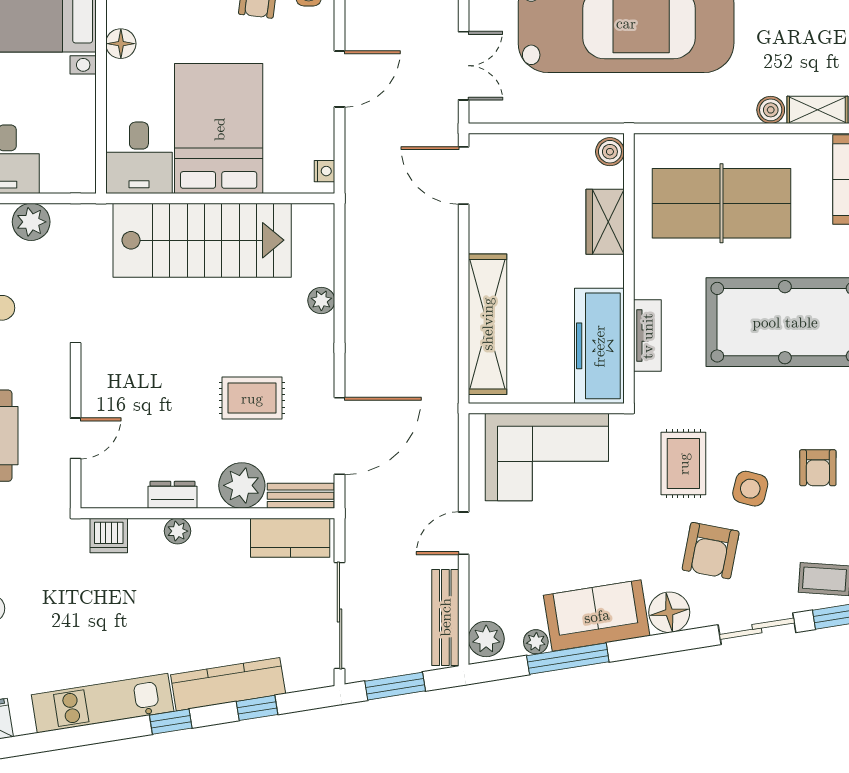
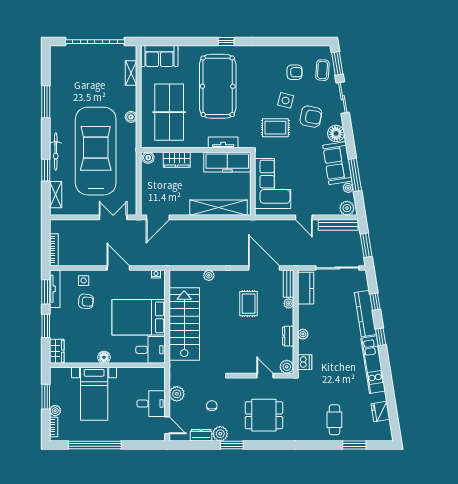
boiler: (771, 110) -> (131, 117), moved
armchair: (818, 468) -> (294, 72), moved
plant: (242, 485) -> (289, 303), width x0.53, depth x0.53
plant: (97, 491) -> (287, 367), added

